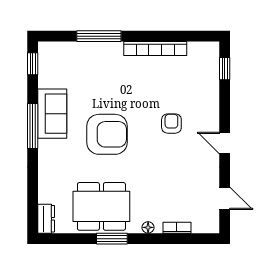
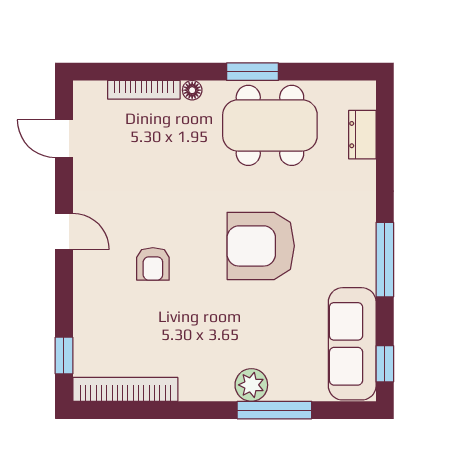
bookcase: (155, 48) -> (125, 389), moved
plant: (113, 51) -> (251, 385), added
sofa: (52, 114) -> (352, 344), moved, width x1.36
dresser: (46, 219) -> (362, 135), moved
bookcase: (177, 228) -> (144, 90), width x1.56

